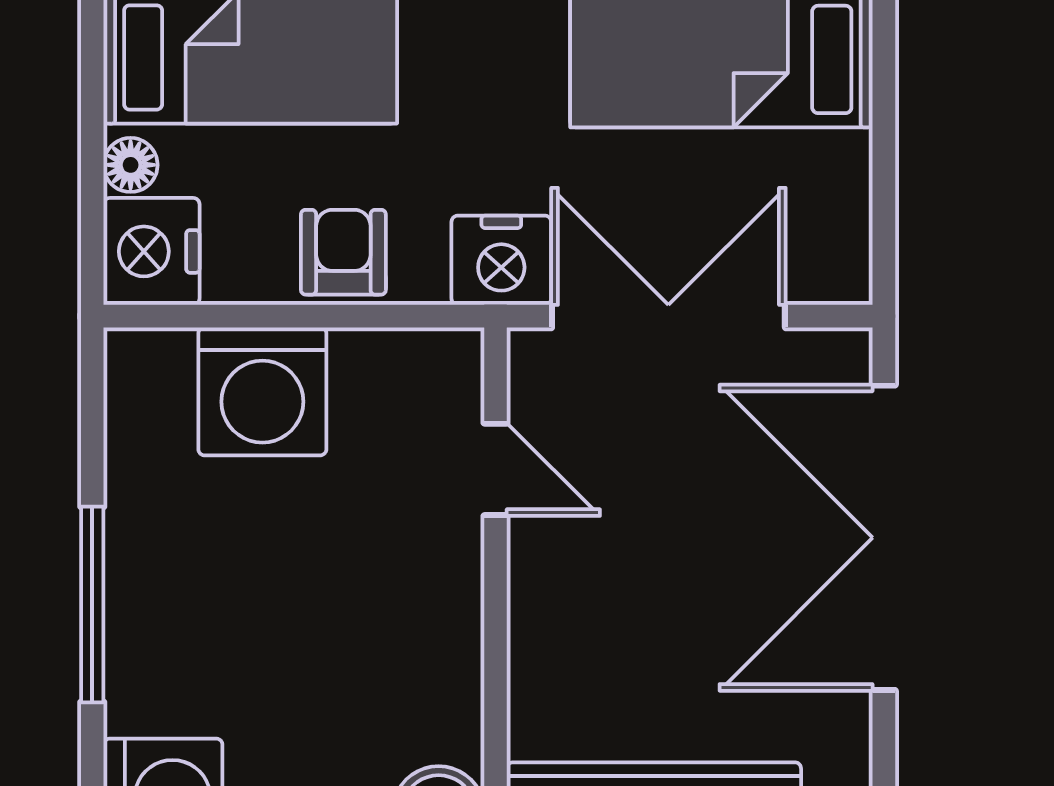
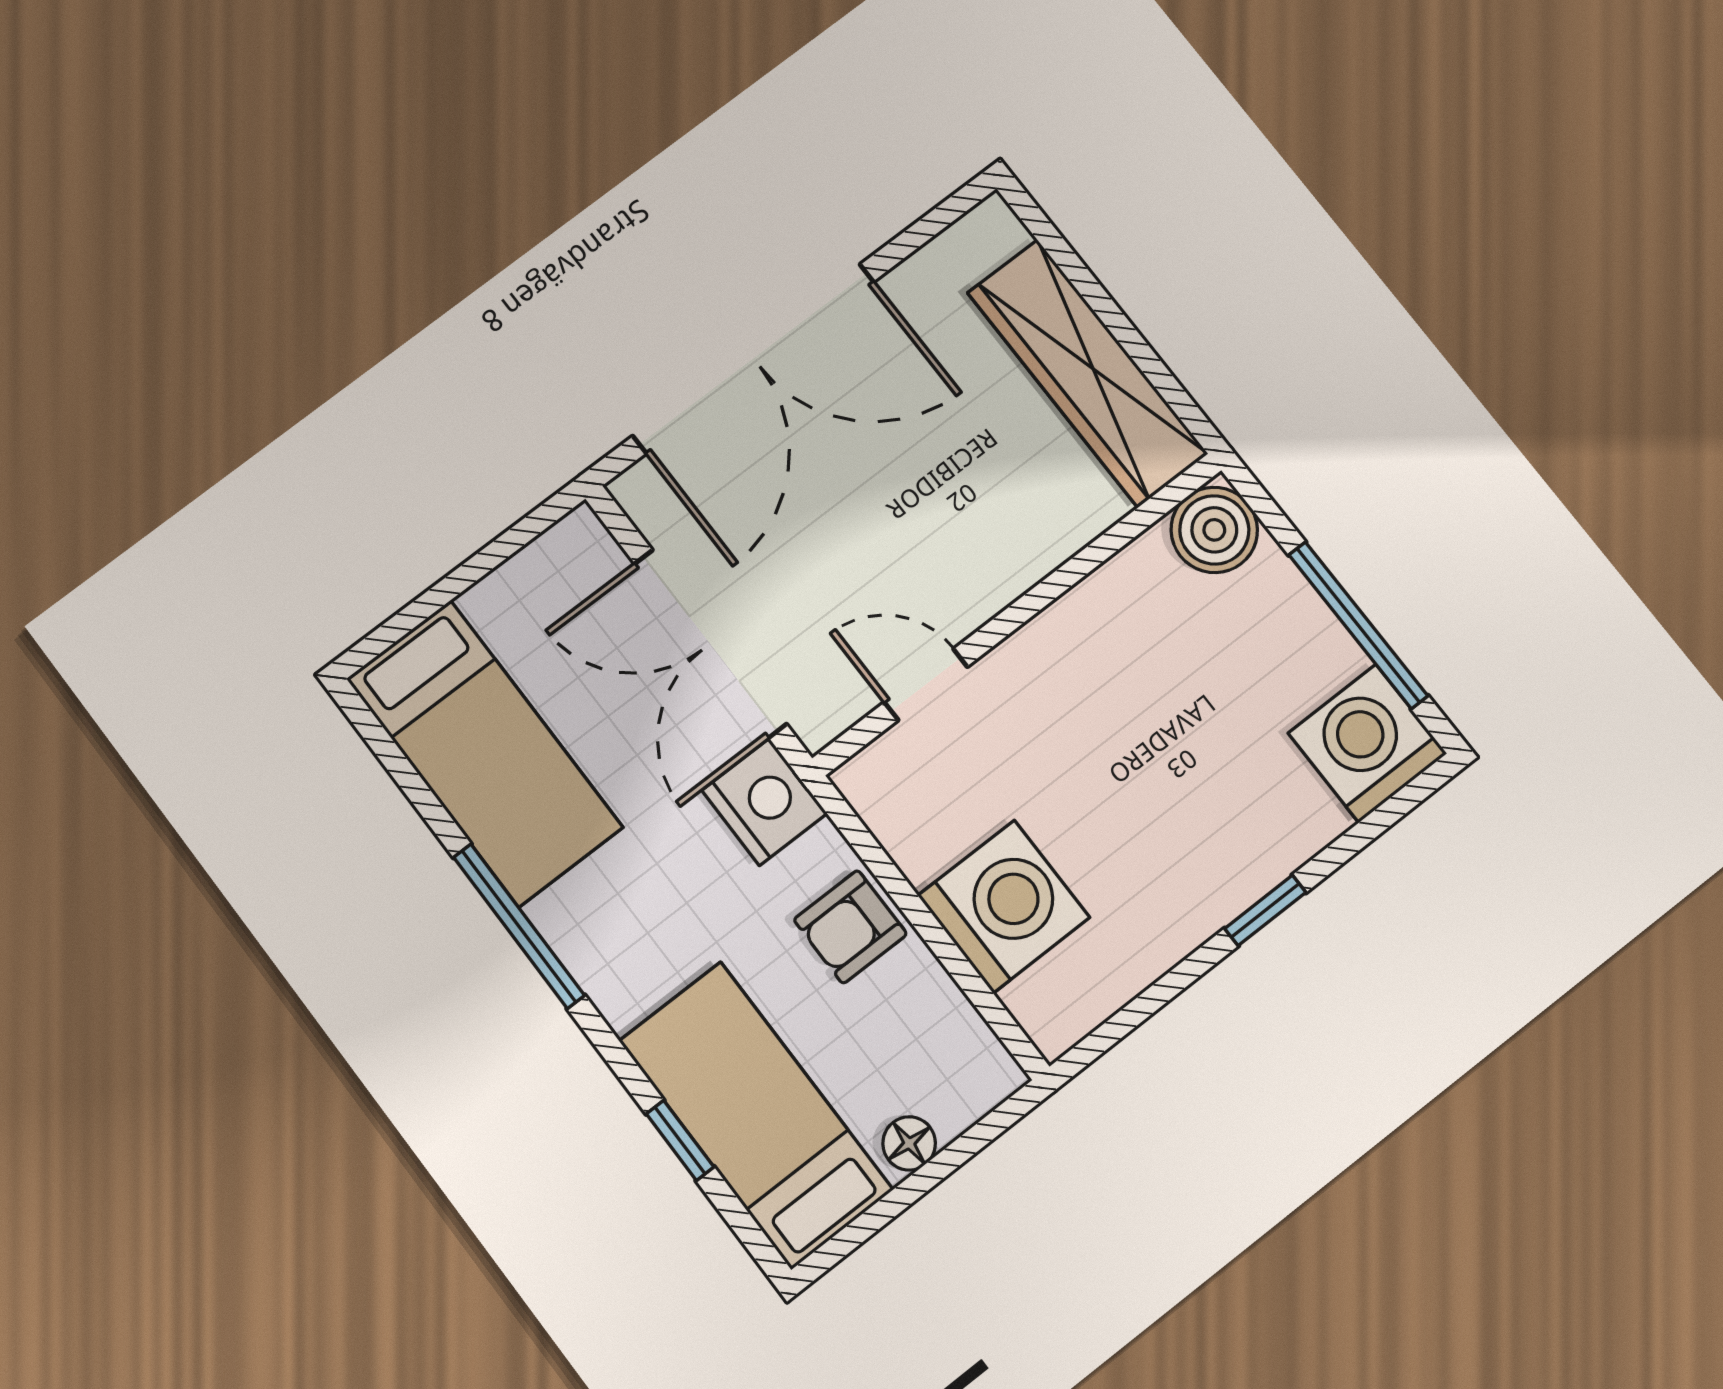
nightstand: (151, 251) -> (963, 1075), removed
door: (496, 469) -> (926, 684), hinge flipped
window: (92, 604) -> (1265, 910), width x0.46

